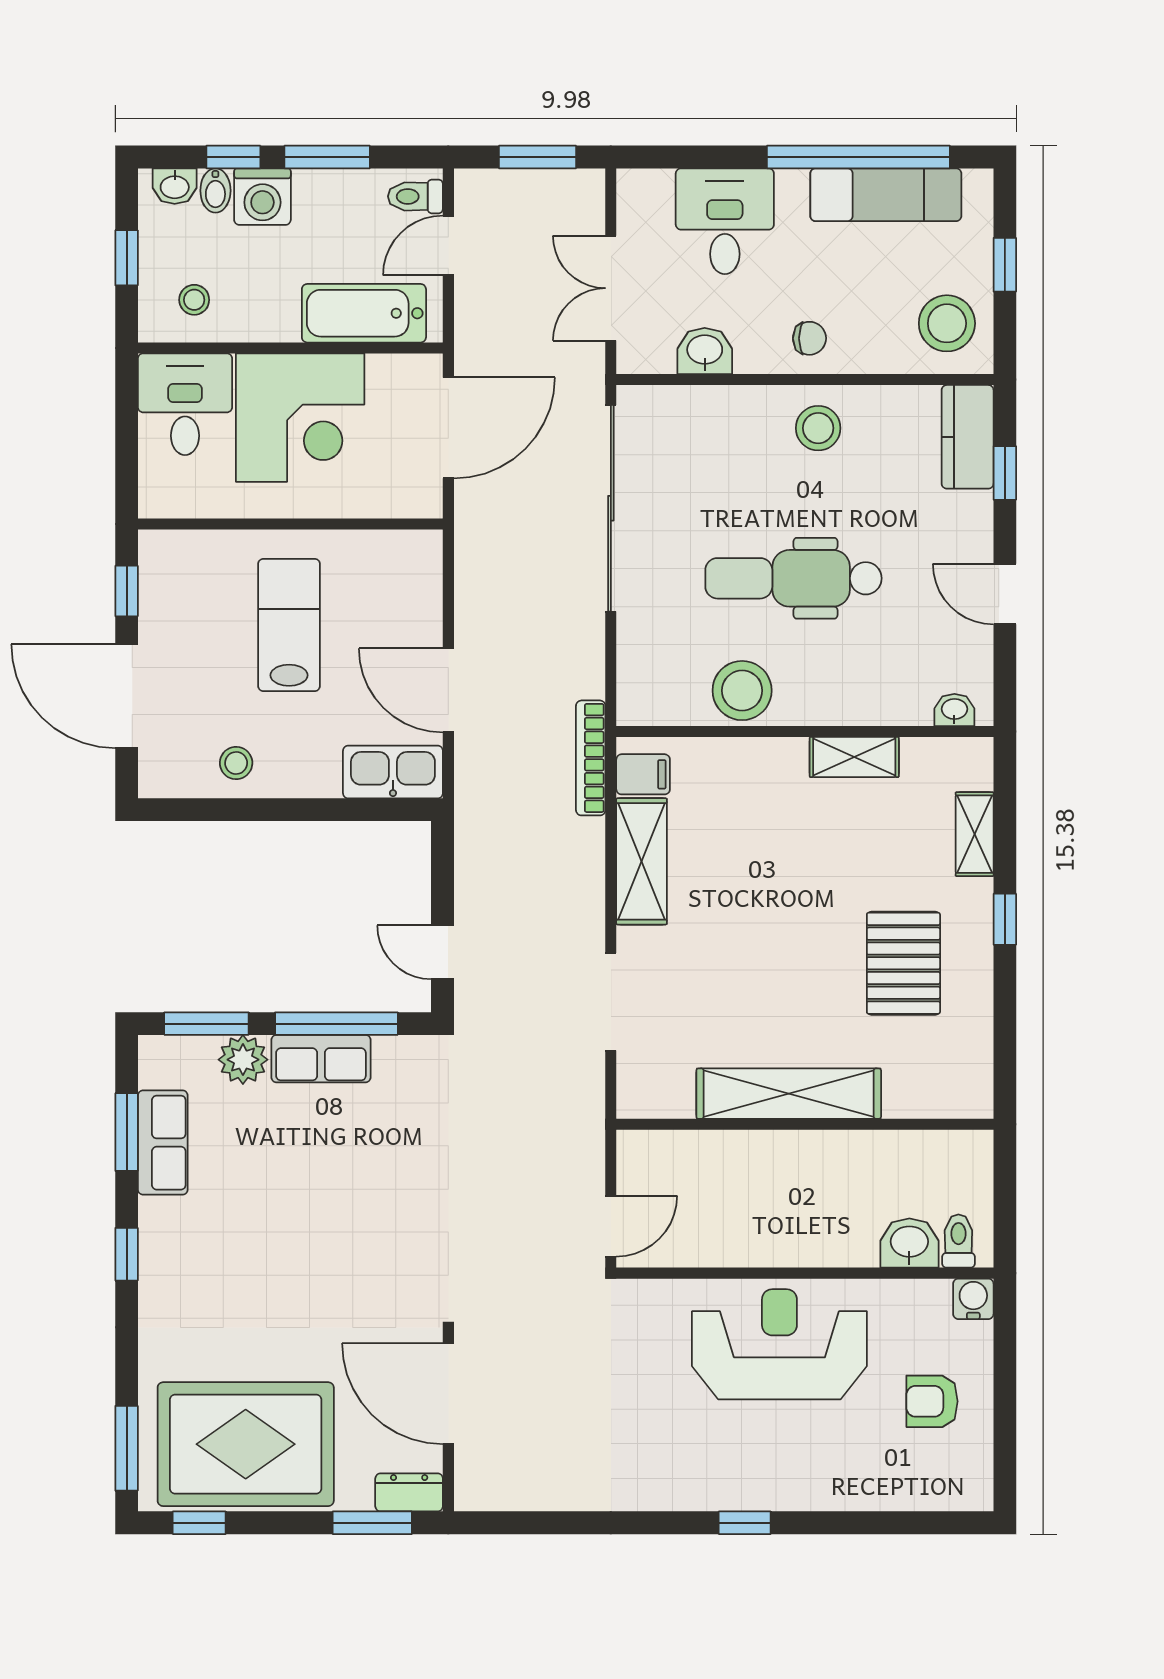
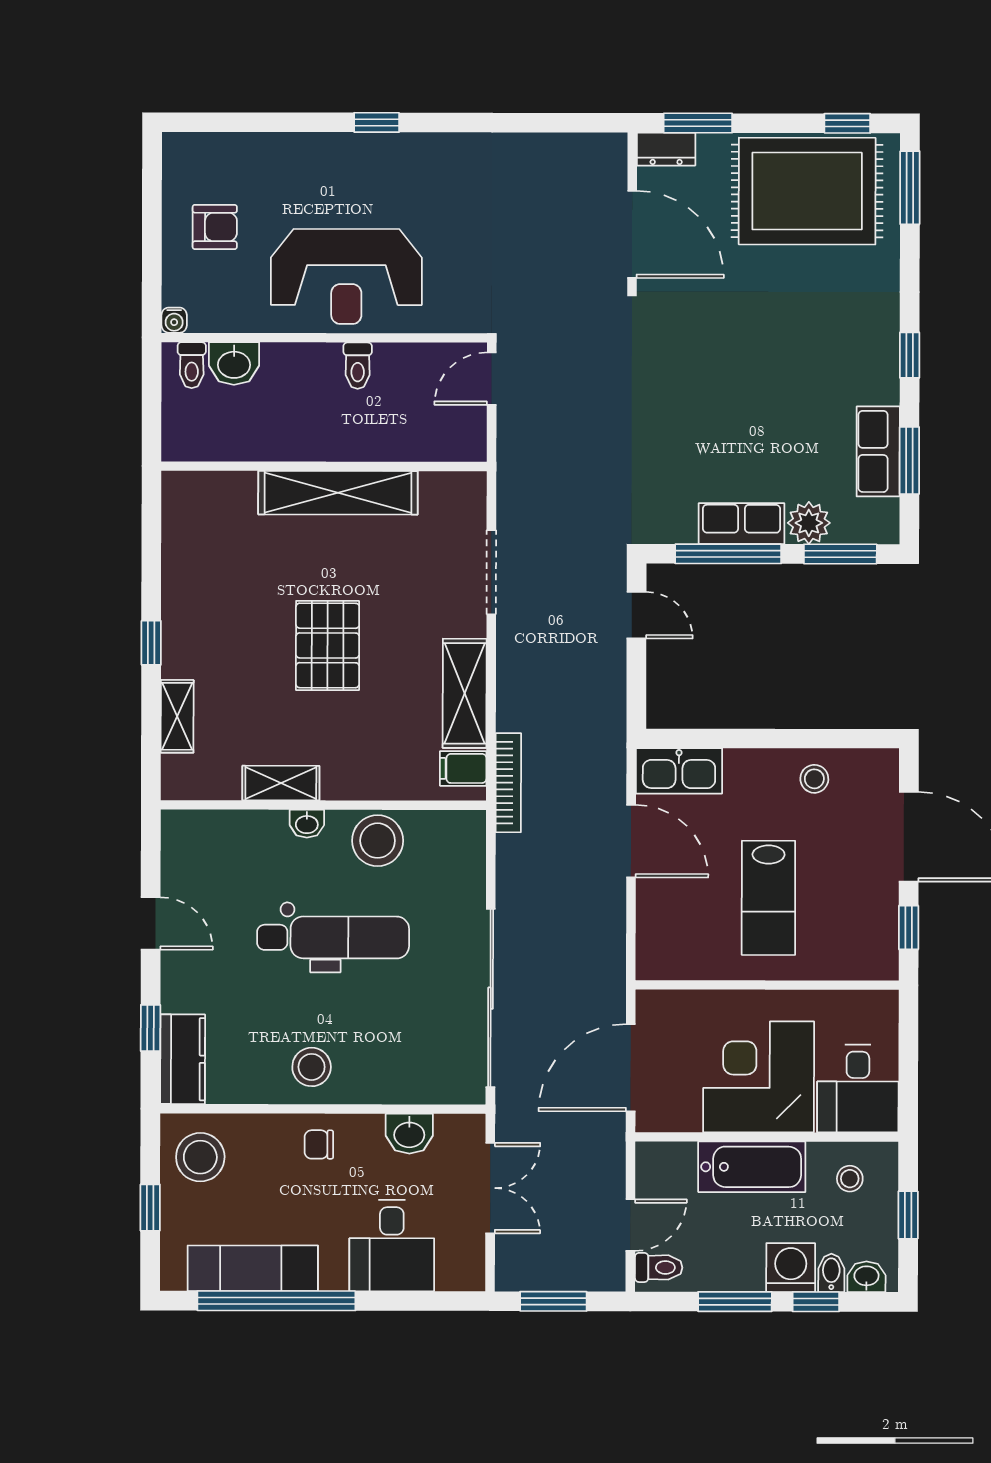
bathtub: (364, 313) -> (752, 1167), moved
washbasin: (954, 710) -> (307, 824), moved
pallet: (903, 963) -> (328, 645), moved
toilet: (766, 1241) -> (358, 366), added
water cooler: (973, 1299) -> (174, 320), width x0.72, depth x0.72

